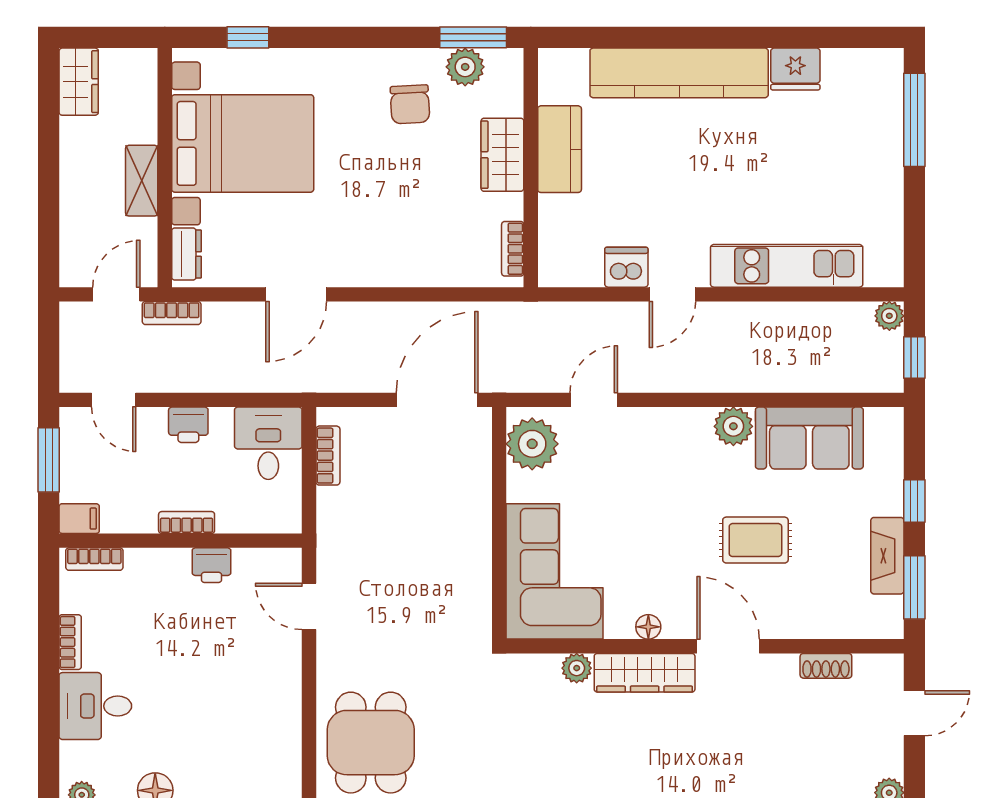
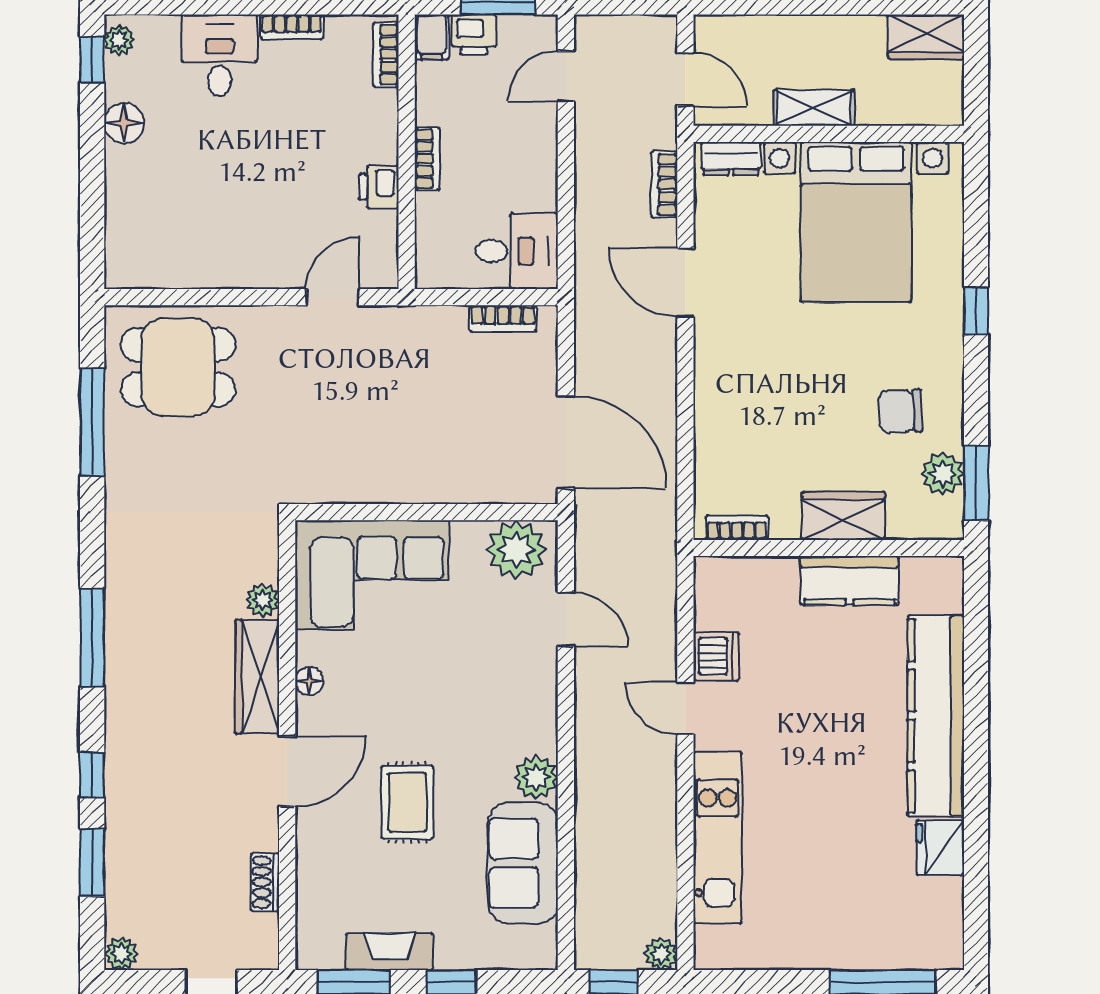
window: (248, 37) -> (976, 311), moved
bookcase: (172, 313) -> (664, 185), moved
printer: (188, 425) -> (474, 35), moved, turned -90

